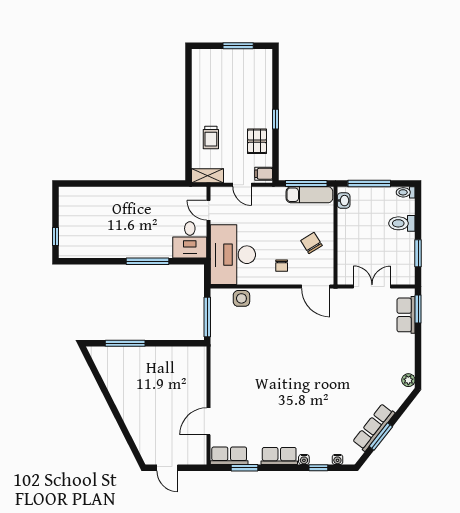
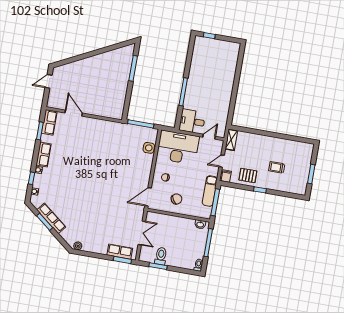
trolley: (211, 138) -> (277, 167), moved
exam couch: (309, 195) -> (210, 191), moved
toilet: (402, 223) -> (161, 256), moved

